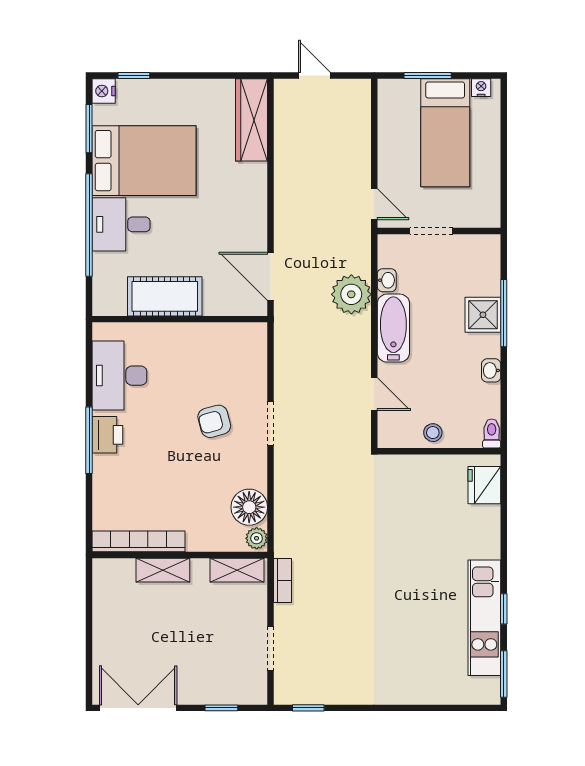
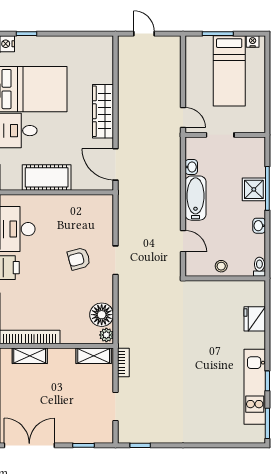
wardrobe: (251, 120) -> (103, 111), moved
plant: (351, 294) -> (168, 176), removed
fridge: (484, 485) -> (255, 319), moved
shelving: (163, 570) -> (30, 356), moved

